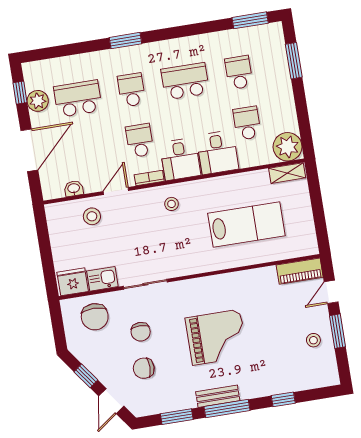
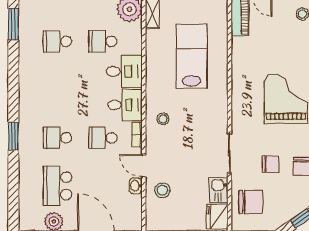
school desk: (185, 81) -> (57, 90), removed
washbasin: (74, 189) -> (136, 186), moved

